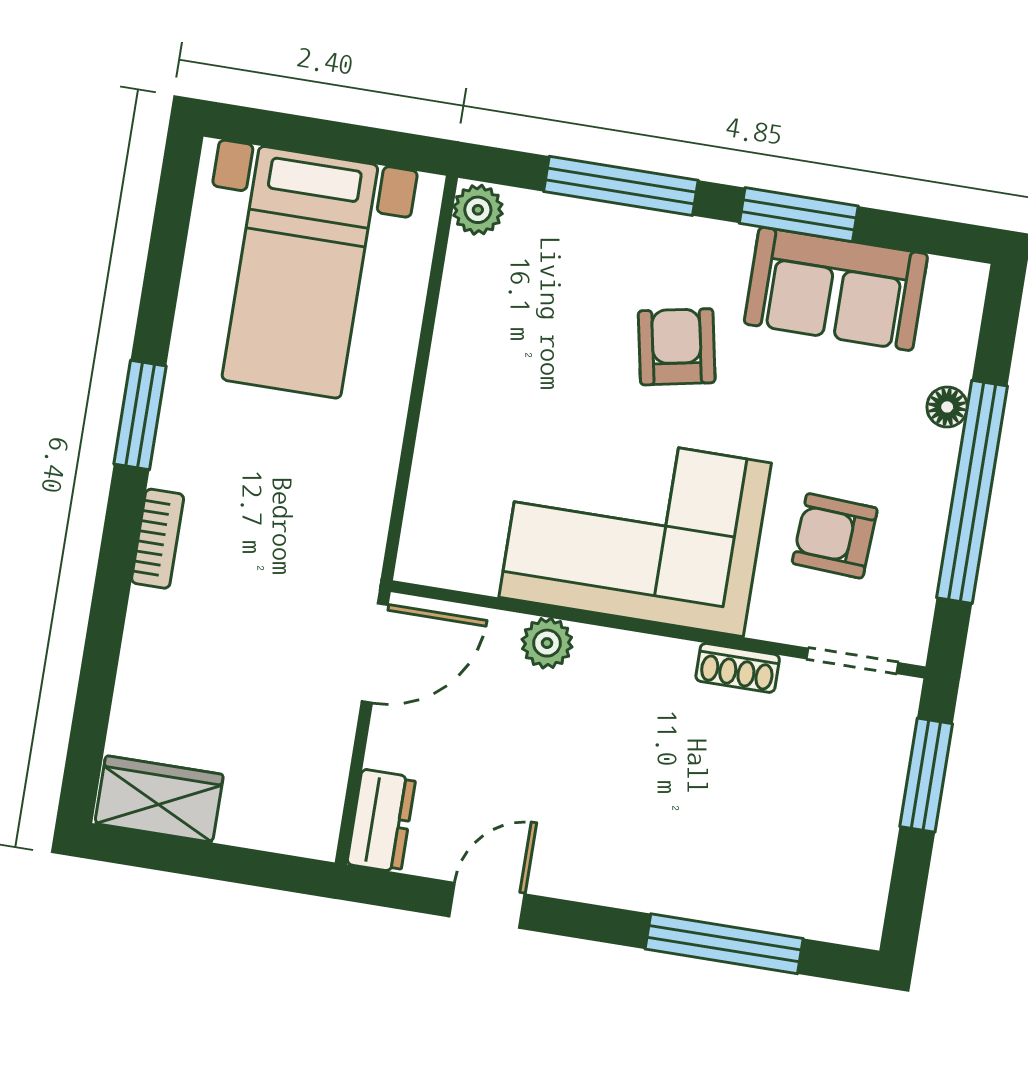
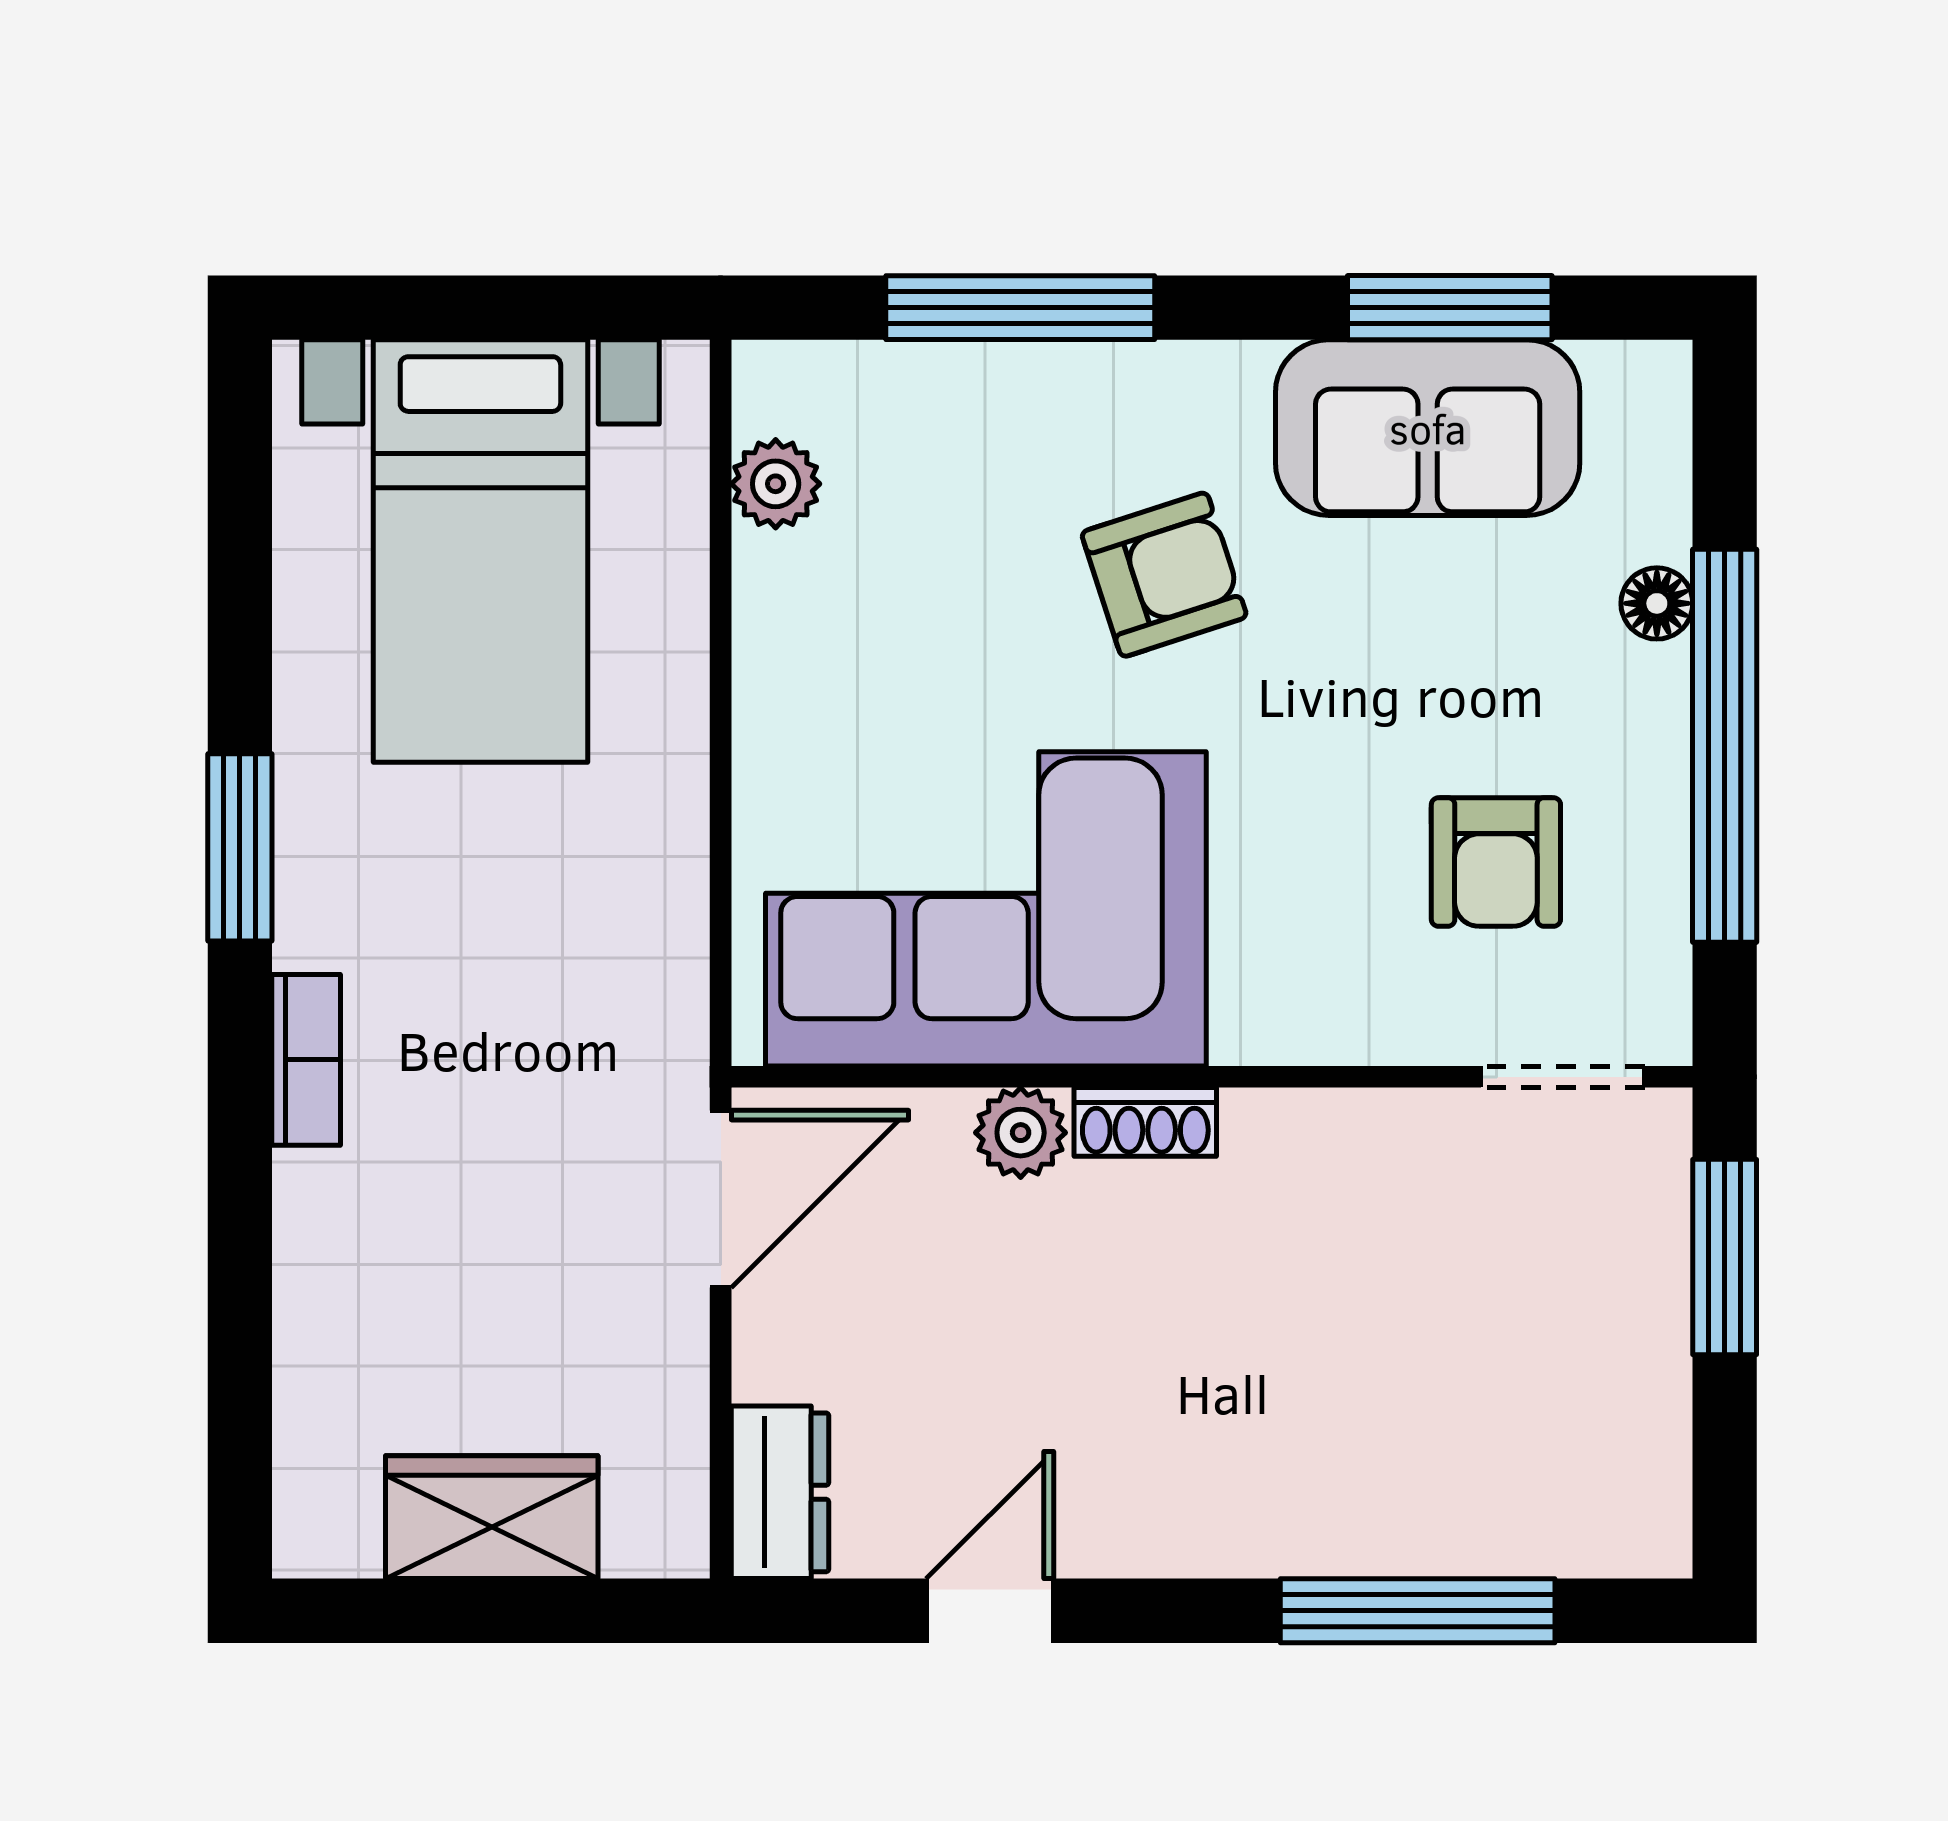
plant: (478, 210) -> (776, 484), moved
window: (799, 215) -> (1450, 308), moved
armchair: (677, 347) -> (1164, 575), turned 83
corner sofa: (635, 530) -> (986, 909), moved
armchair: (835, 536) -> (1496, 862), turned -93
shoe rack: (738, 668) -> (1145, 1122), moved
wardrobe: (159, 799) -> (492, 1517), moved

